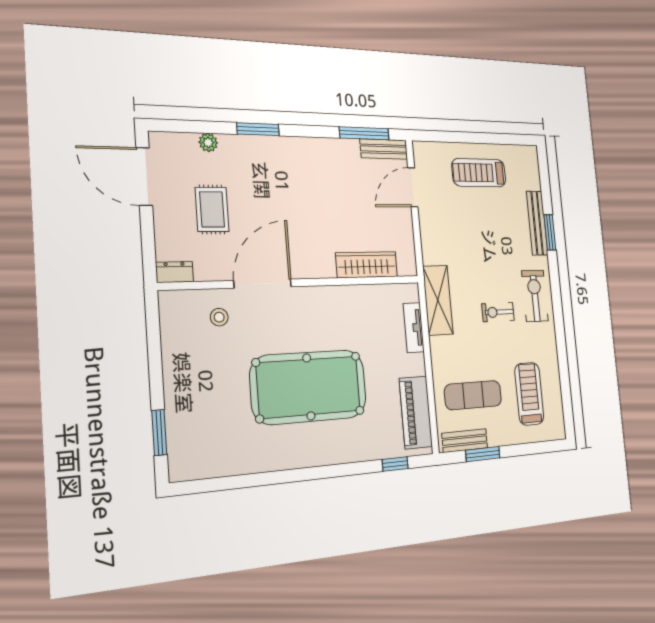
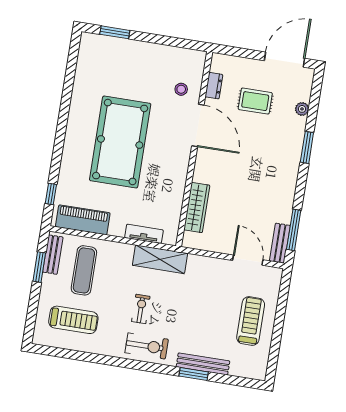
dresser: (175, 272) -> (214, 86), moved

